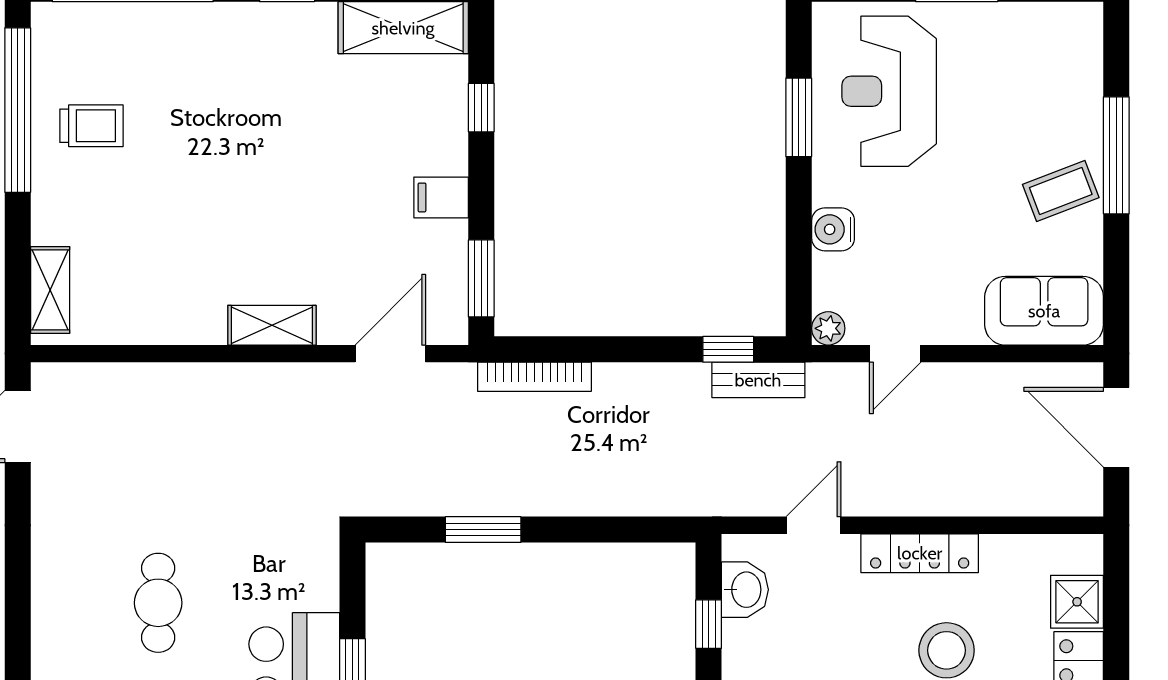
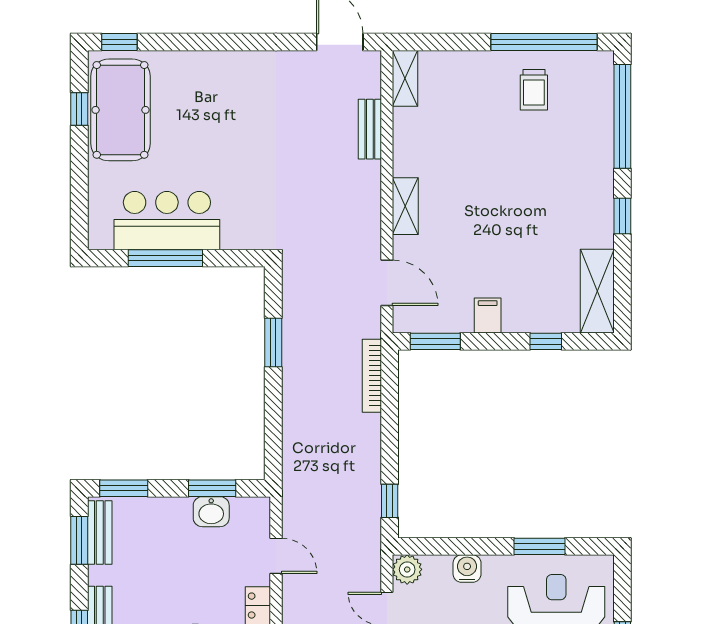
shelving: (50, 290) -> (405, 78), moved, turned 90
plant: (828, 328) -> (407, 569), width x1.38, depth x1.38
bench: (758, 380) -> (370, 129), moved
washbasin: (745, 590) -> (211, 512), moved
cafe table: (158, 603) -> (226, 133), removed
window: (709, 624) -> (212, 488), width x1.50

